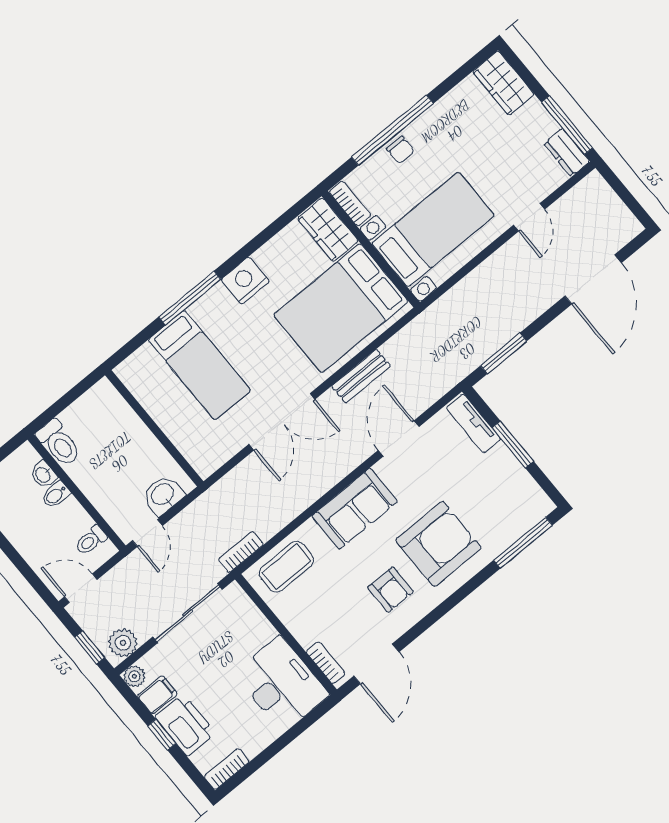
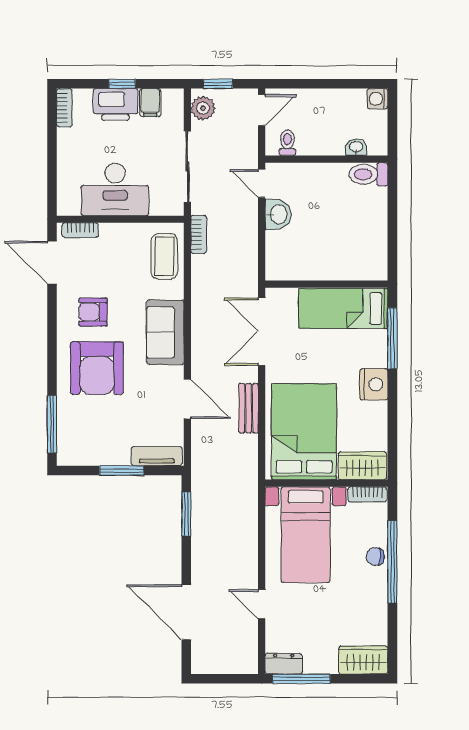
wall: (154, 428) -> (326, 284), moved
bidet: (56, 495) -> (336, 144), removed
plant: (134, 676) -> (175, 98), removed
desk: (281, 684) -> (115, 189), moved

